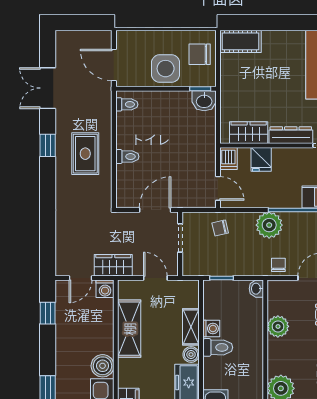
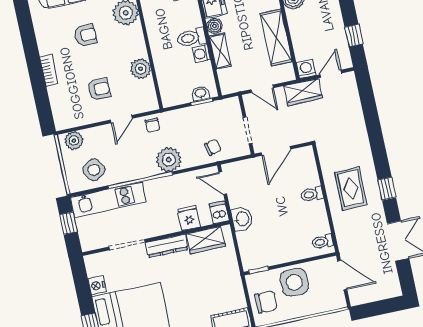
washbasin: (204, 101) -> (242, 219), moved, turned 90
washbasin: (256, 289) -> (201, 93), moved, turned -90

